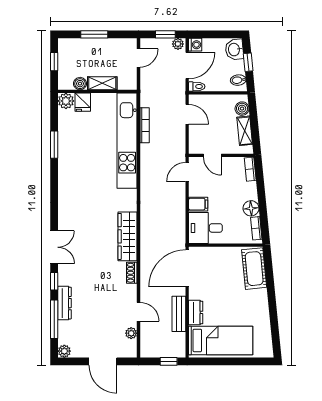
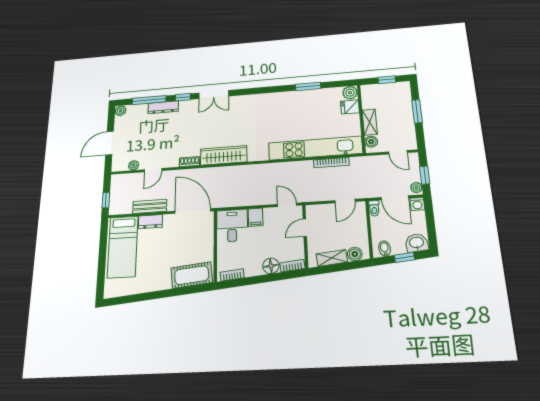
boiler: (80, 84) -> (371, 142), moved
floor lamp: (251, 208) -> (271, 266), moved

